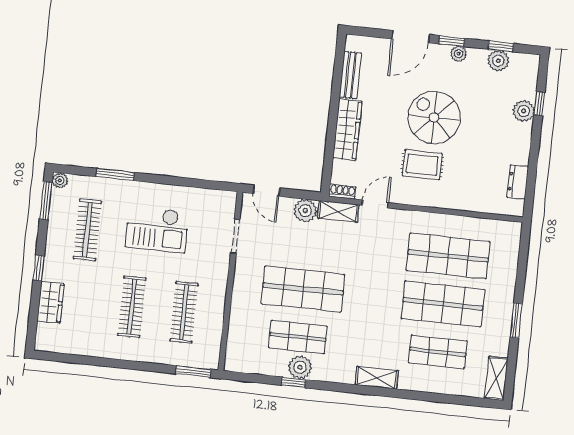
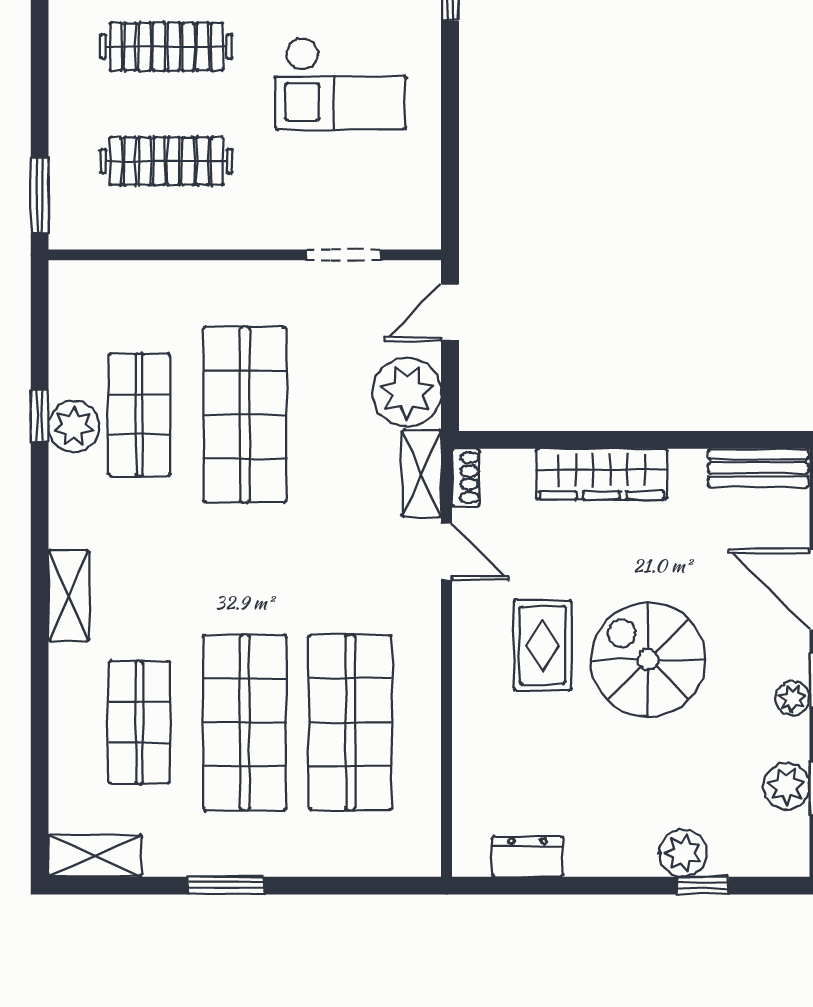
bench: (350, 75) -> (758, 468), moved
spiral stairs: (434, 117) -> (648, 660), turned -90
plant: (305, 210) -> (407, 392), width x1.36, depth x1.36
checkout: (157, 229) -> (340, 83), turned -90

